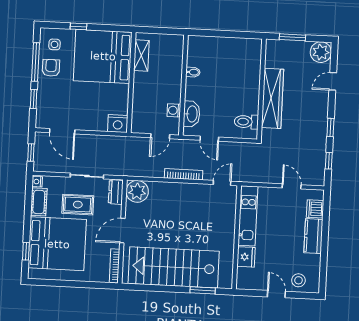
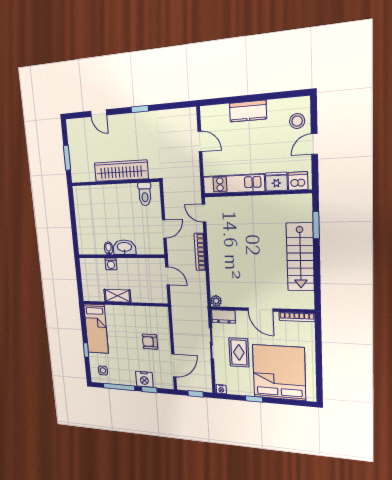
plant: (321, 52) -> (75, 129), removed
shelving: (141, 55) -> (117, 296), moved
bed: (103, 56) -> (96, 329), width x0.49
armchair: (51, 68) -> (150, 342), moved
washing machine: (174, 110) -> (111, 264), moved
washbasin: (192, 114) -> (124, 247), moved
nightstand: (118, 124) -> (144, 379), moved, turned 90
window: (329, 161) -> (171, 106), removed
door: (292, 186) -> (200, 141), swing flipped
plant: (137, 191) -> (216, 301), width x0.53, depth x0.53
cot: (39, 202) -> (240, 388), removed
dishwasher: (315, 209) -> (298, 181), moved, turned 180
window: (26, 251) -> (254, 399), moved
stairs: (174, 267) -> (300, 257), width x0.73, depth x0.66

